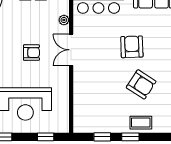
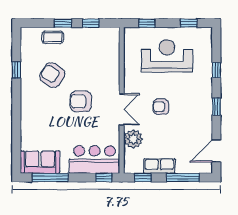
plant: (64, 20) -> (133, 139), width x1.88, depth x1.88
armchair: (132, 47) -> (81, 101), moved, turned 92

